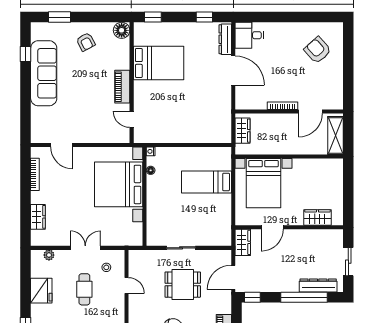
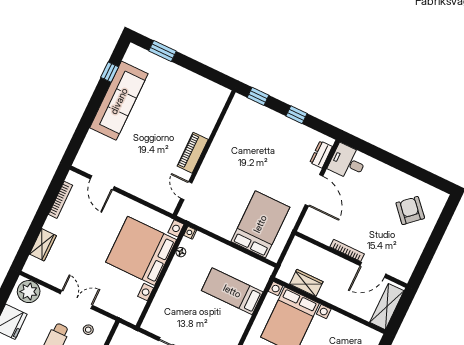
window: (204, 17) -> (296, 115), moved
floor lamp: (122, 30) -> (219, 95), removed
dresser: (225, 39) -> (321, 154), width x0.70
armchair: (86, 42) -> (177, 89), removed
bed: (159, 63) -> (260, 224), moved, turned -90
wardrobe: (243, 131) -> (306, 283), moved, turned -90
plant: (49, 255) -> (29, 292), width x1.87, depth x1.87

